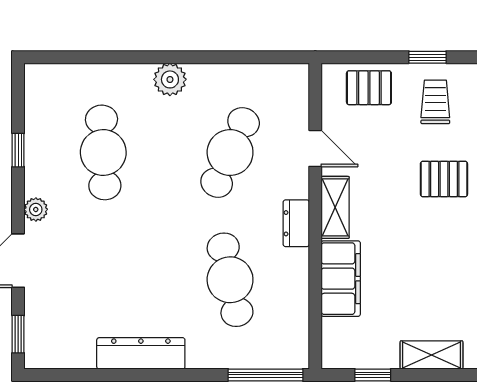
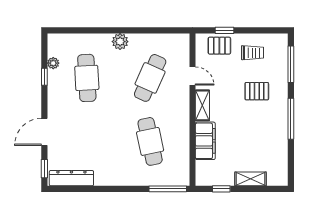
window: (427, 57) -> (224, 30), moved
trolley: (435, 102) -> (252, 53), turned 90
plant: (36, 209) -> (53, 63), moved
dresser: (296, 223) -> (183, 113), removed
dresser: (141, 353) -> (71, 178), moved

